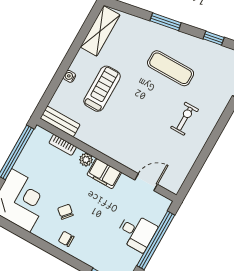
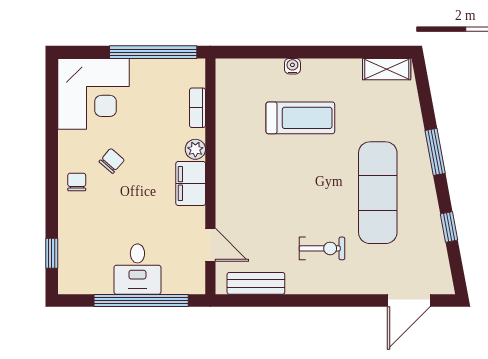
shelving: (100, 31) -> (387, 69), width x0.67, depth x0.75
exercise mat: (171, 68) -> (378, 193), width x1.36, depth x1.45
bench: (60, 121) -> (256, 283), moved, turned 90

